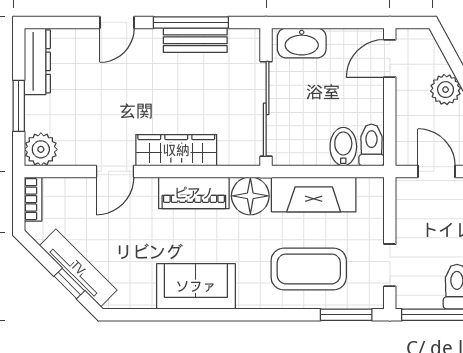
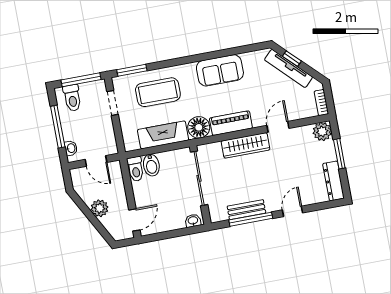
washbasin: (302, 43) -> (193, 221), width x0.52, depth x0.69

